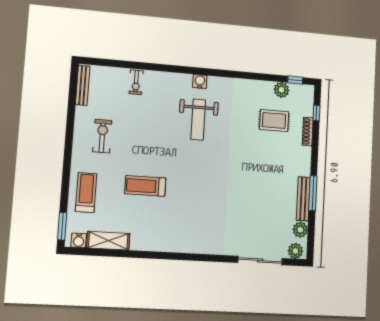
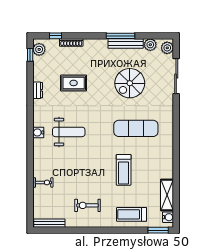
dresser: (252, 85) -> (38, 90), added
plant: (281, 90) -> (39, 49), moved
rug: (274, 121) -> (74, 83), moved, turned 90
spiral stairs: (254, 201) -> (130, 83), added
exercise mat: (197, 205) -> (136, 128), added

